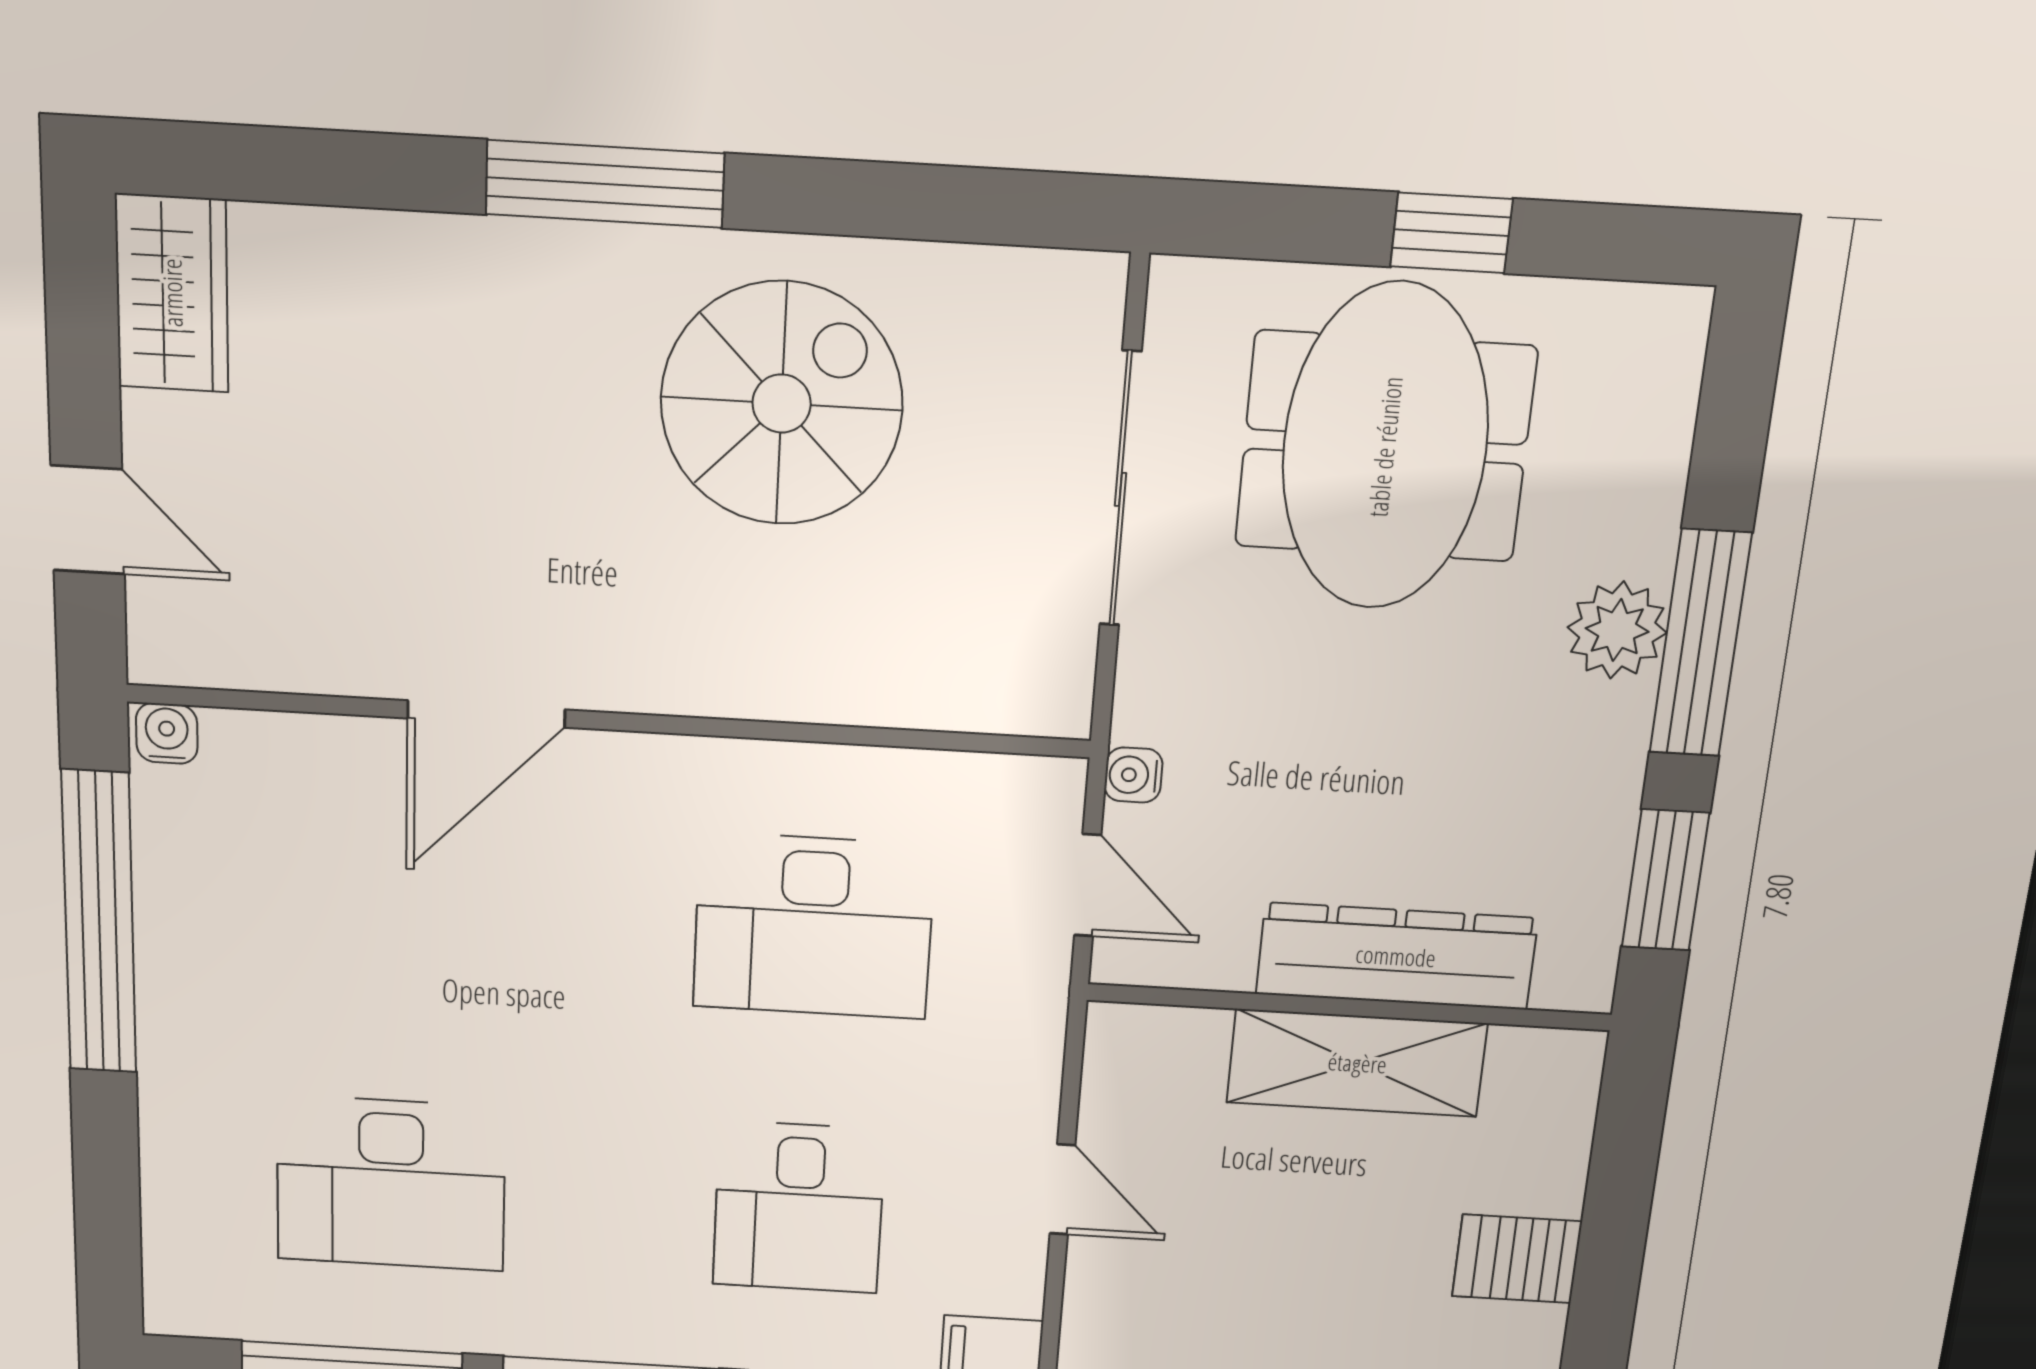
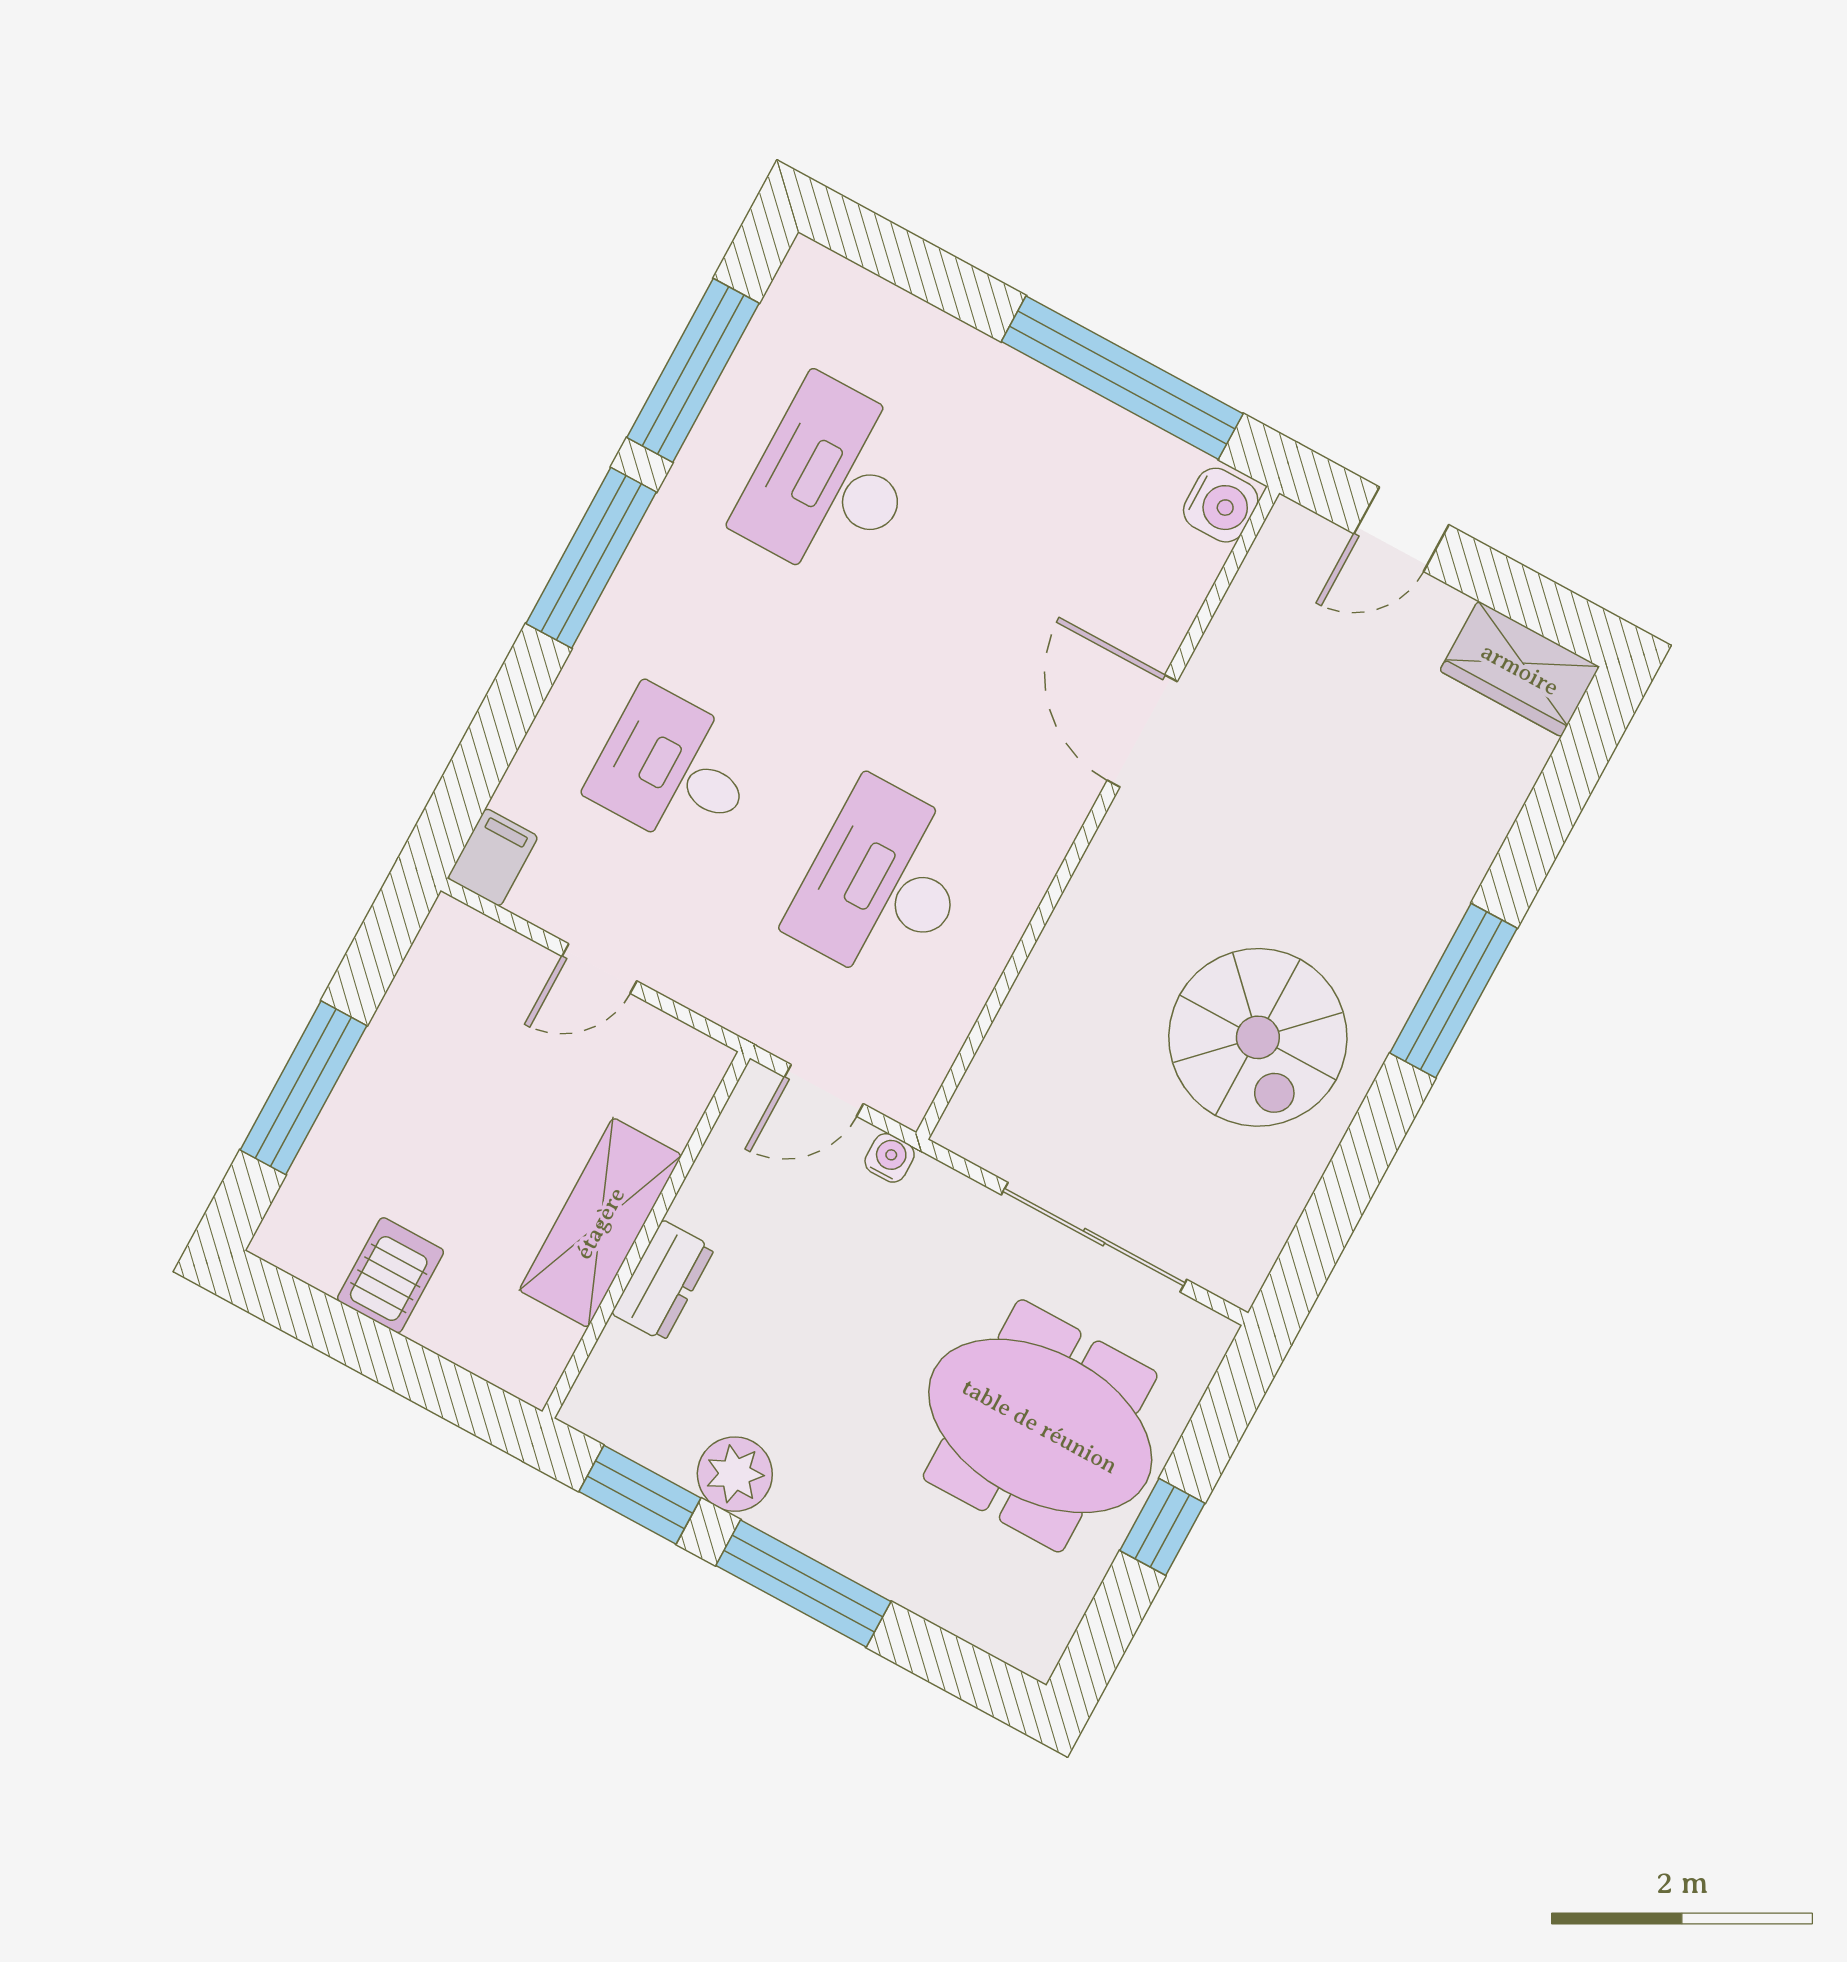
plant: (1617, 630) -> (735, 1474), moved
water cooler: (167, 733) -> (1221, 505), width x1.38, depth x1.38
dresser: (1396, 956) -> (663, 1281), width x0.51, depth x0.80

